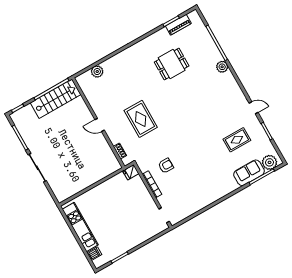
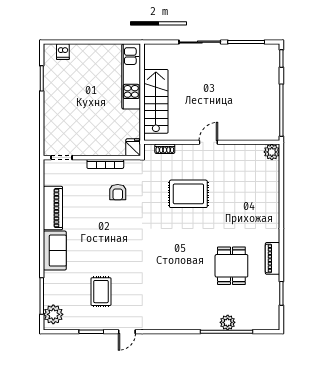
piano: (178, 25) -> (273, 258), moved
plant: (222, 67) -> (228, 322), moved
plant: (97, 72) -> (272, 152), moved
stairs: (56, 99) -> (156, 101), moved, turned 180
sofa: (249, 173) -> (55, 251), moved
piano: (200, 202) -> (53, 208), added
kitchen unit: (80, 227) -> (131, 76), moved, turned 90

